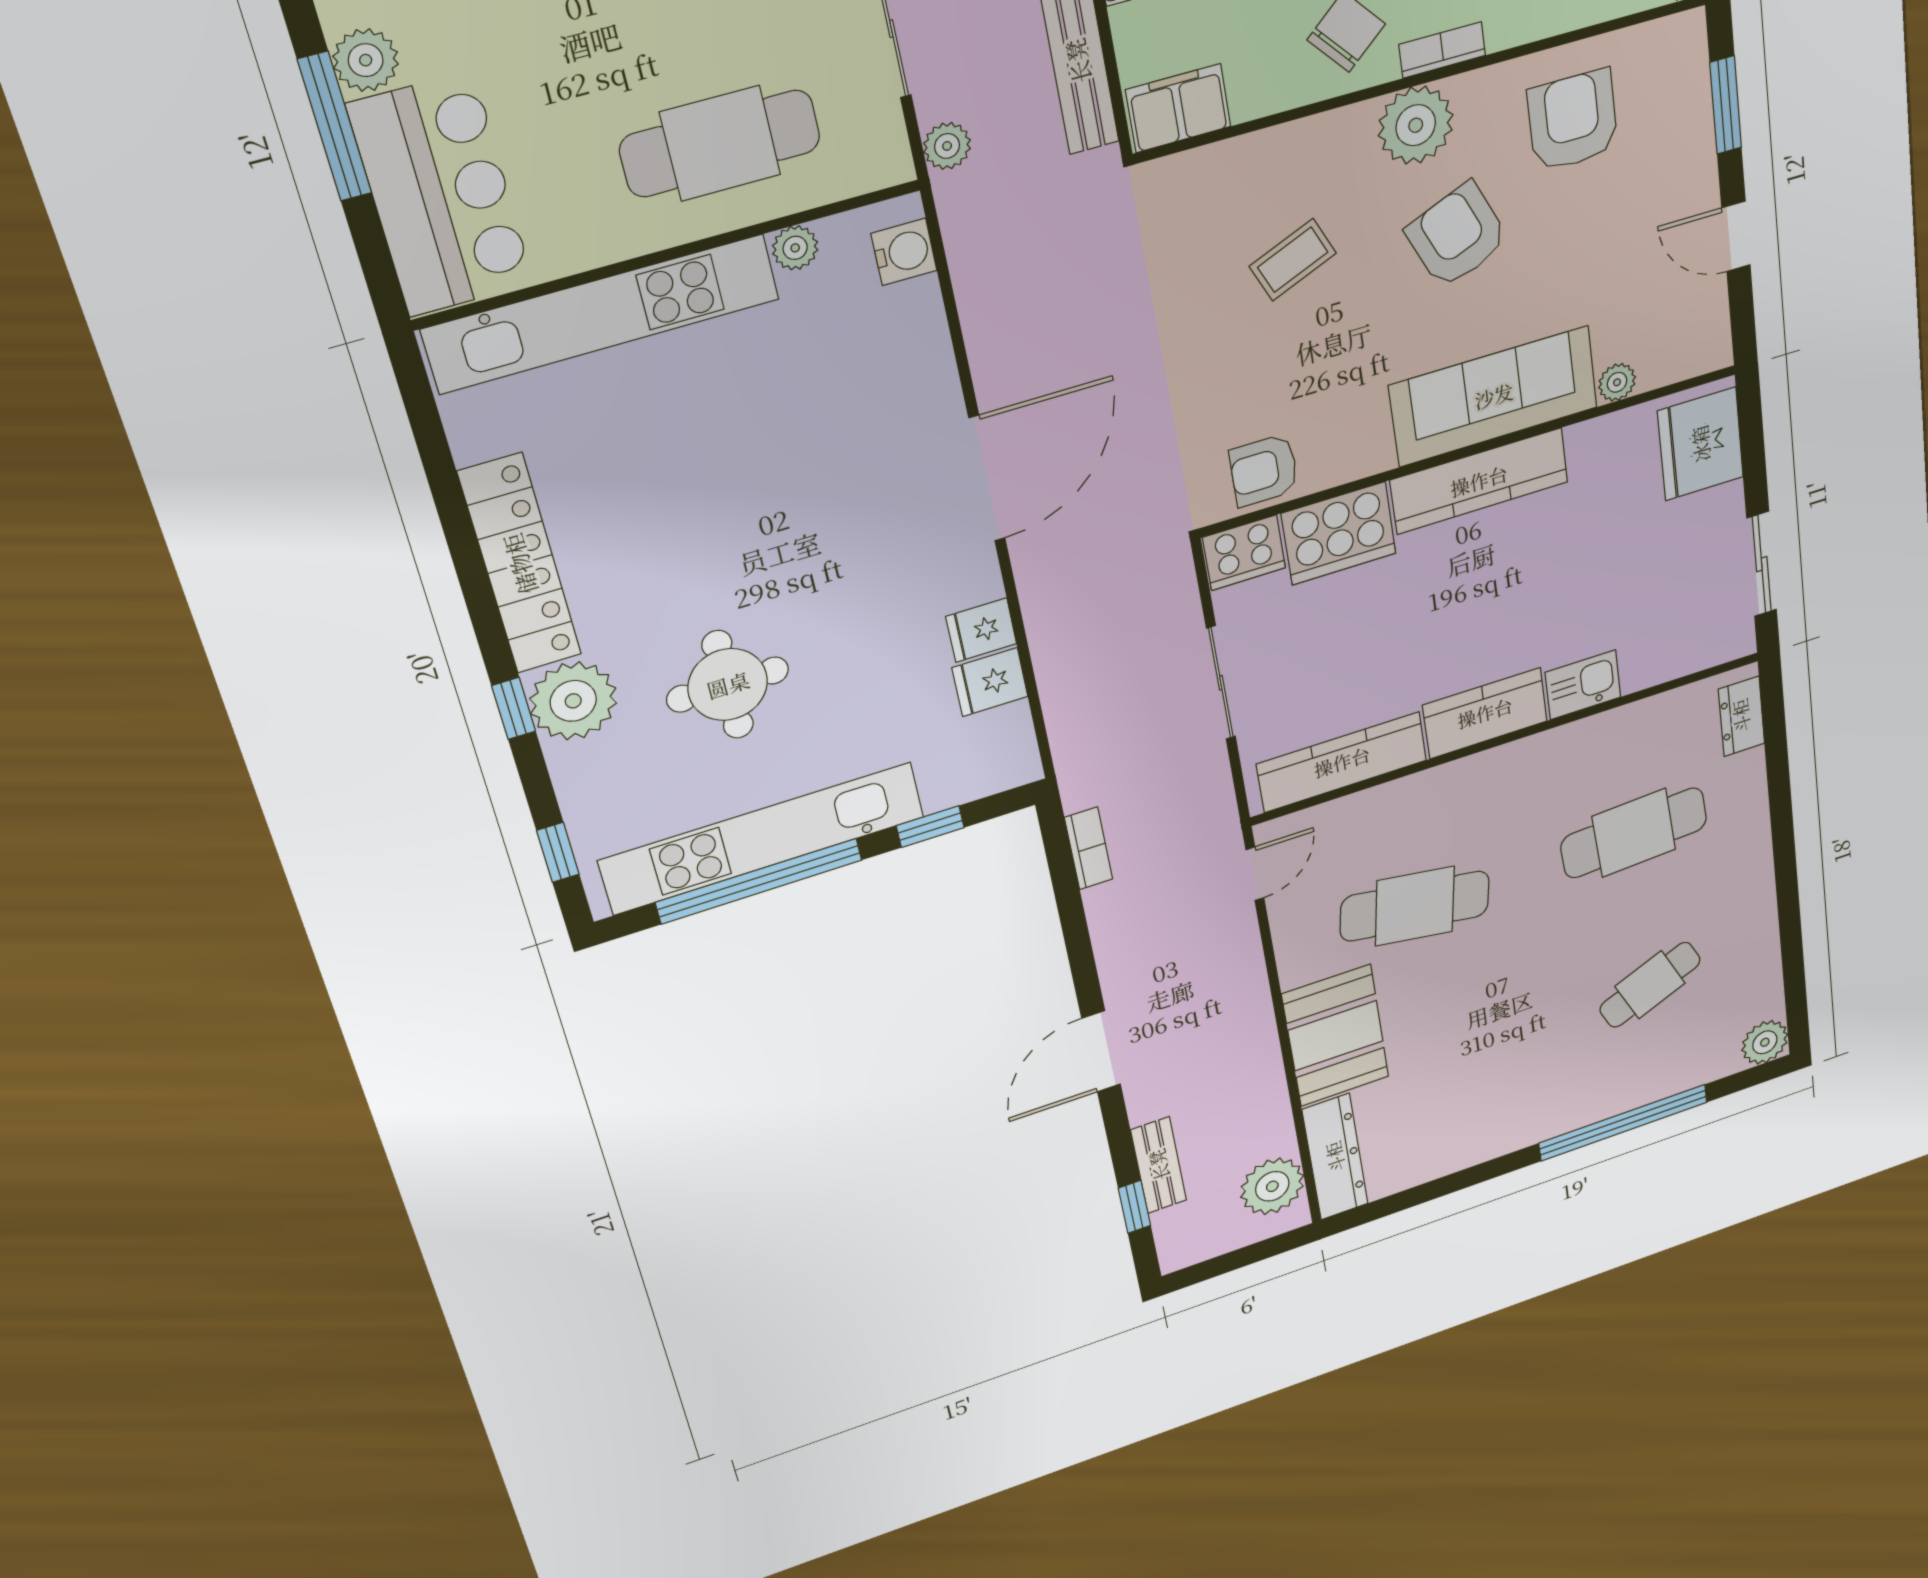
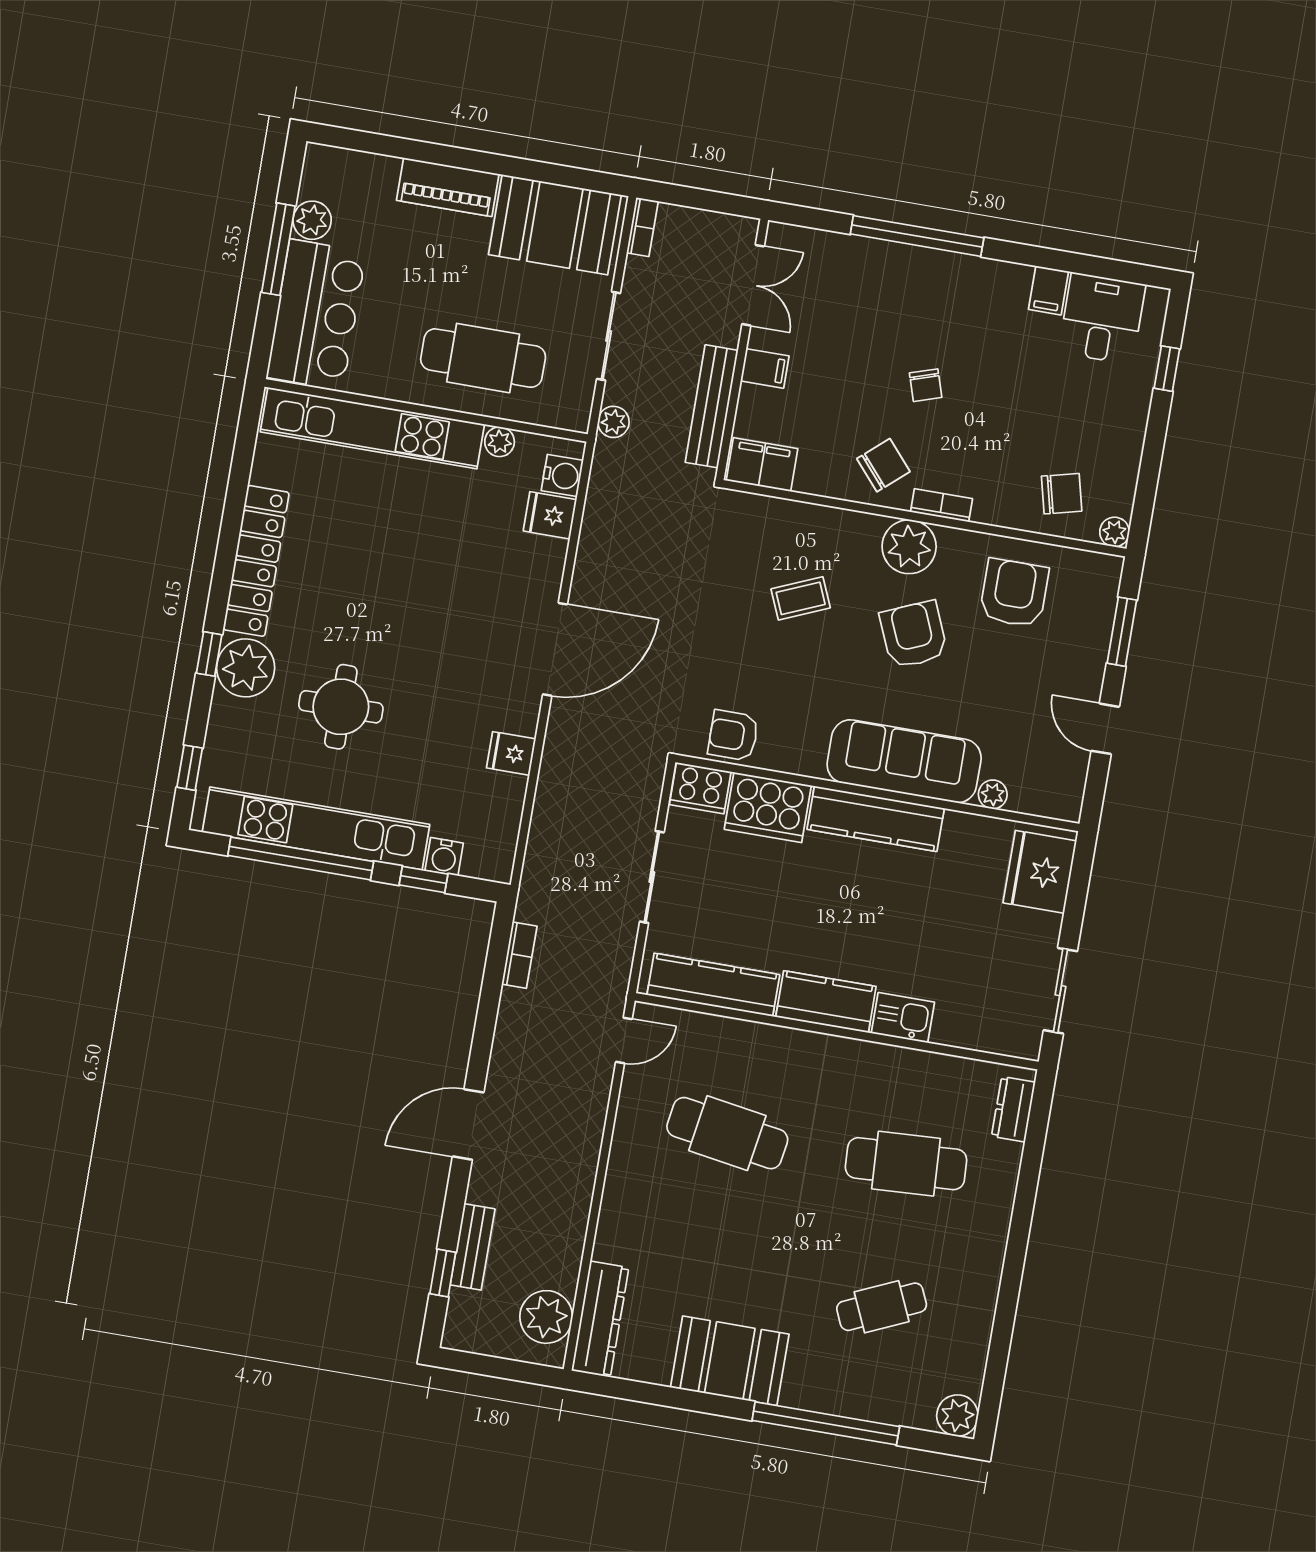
fridge: (990, 682) -> (550, 515), moved
water cooler: (945, 789) -> (444, 857), added
booth: (1336, 1036) -> (730, 1361), moved, turned 90

